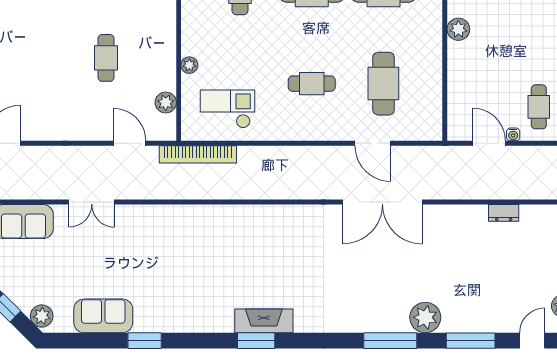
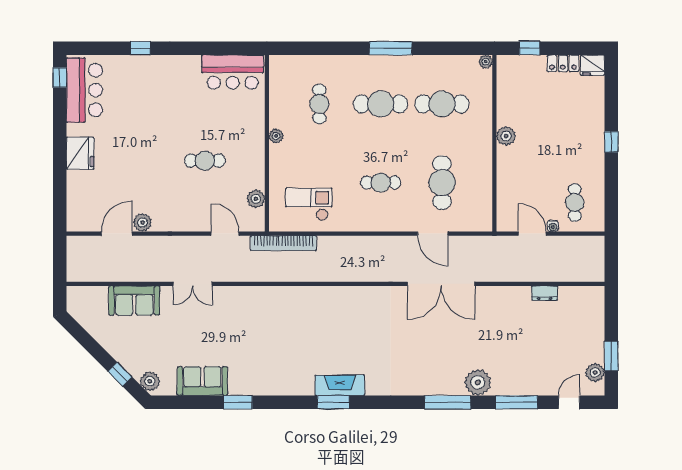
cafe table: (106, 58) -> (205, 161), turned 90
plant: (189, 65) -> (276, 136), moved
plant: (33, 130) -> (143, 222), added

